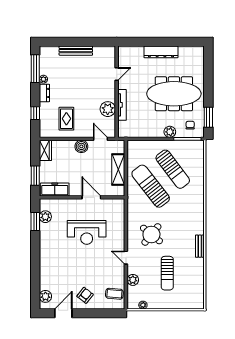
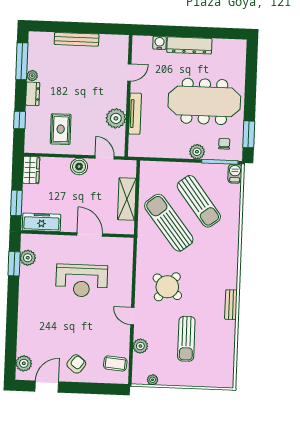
water cooler: (138, 51) -> (159, 43), added
barbecue: (199, 147) -> (235, 174), added

